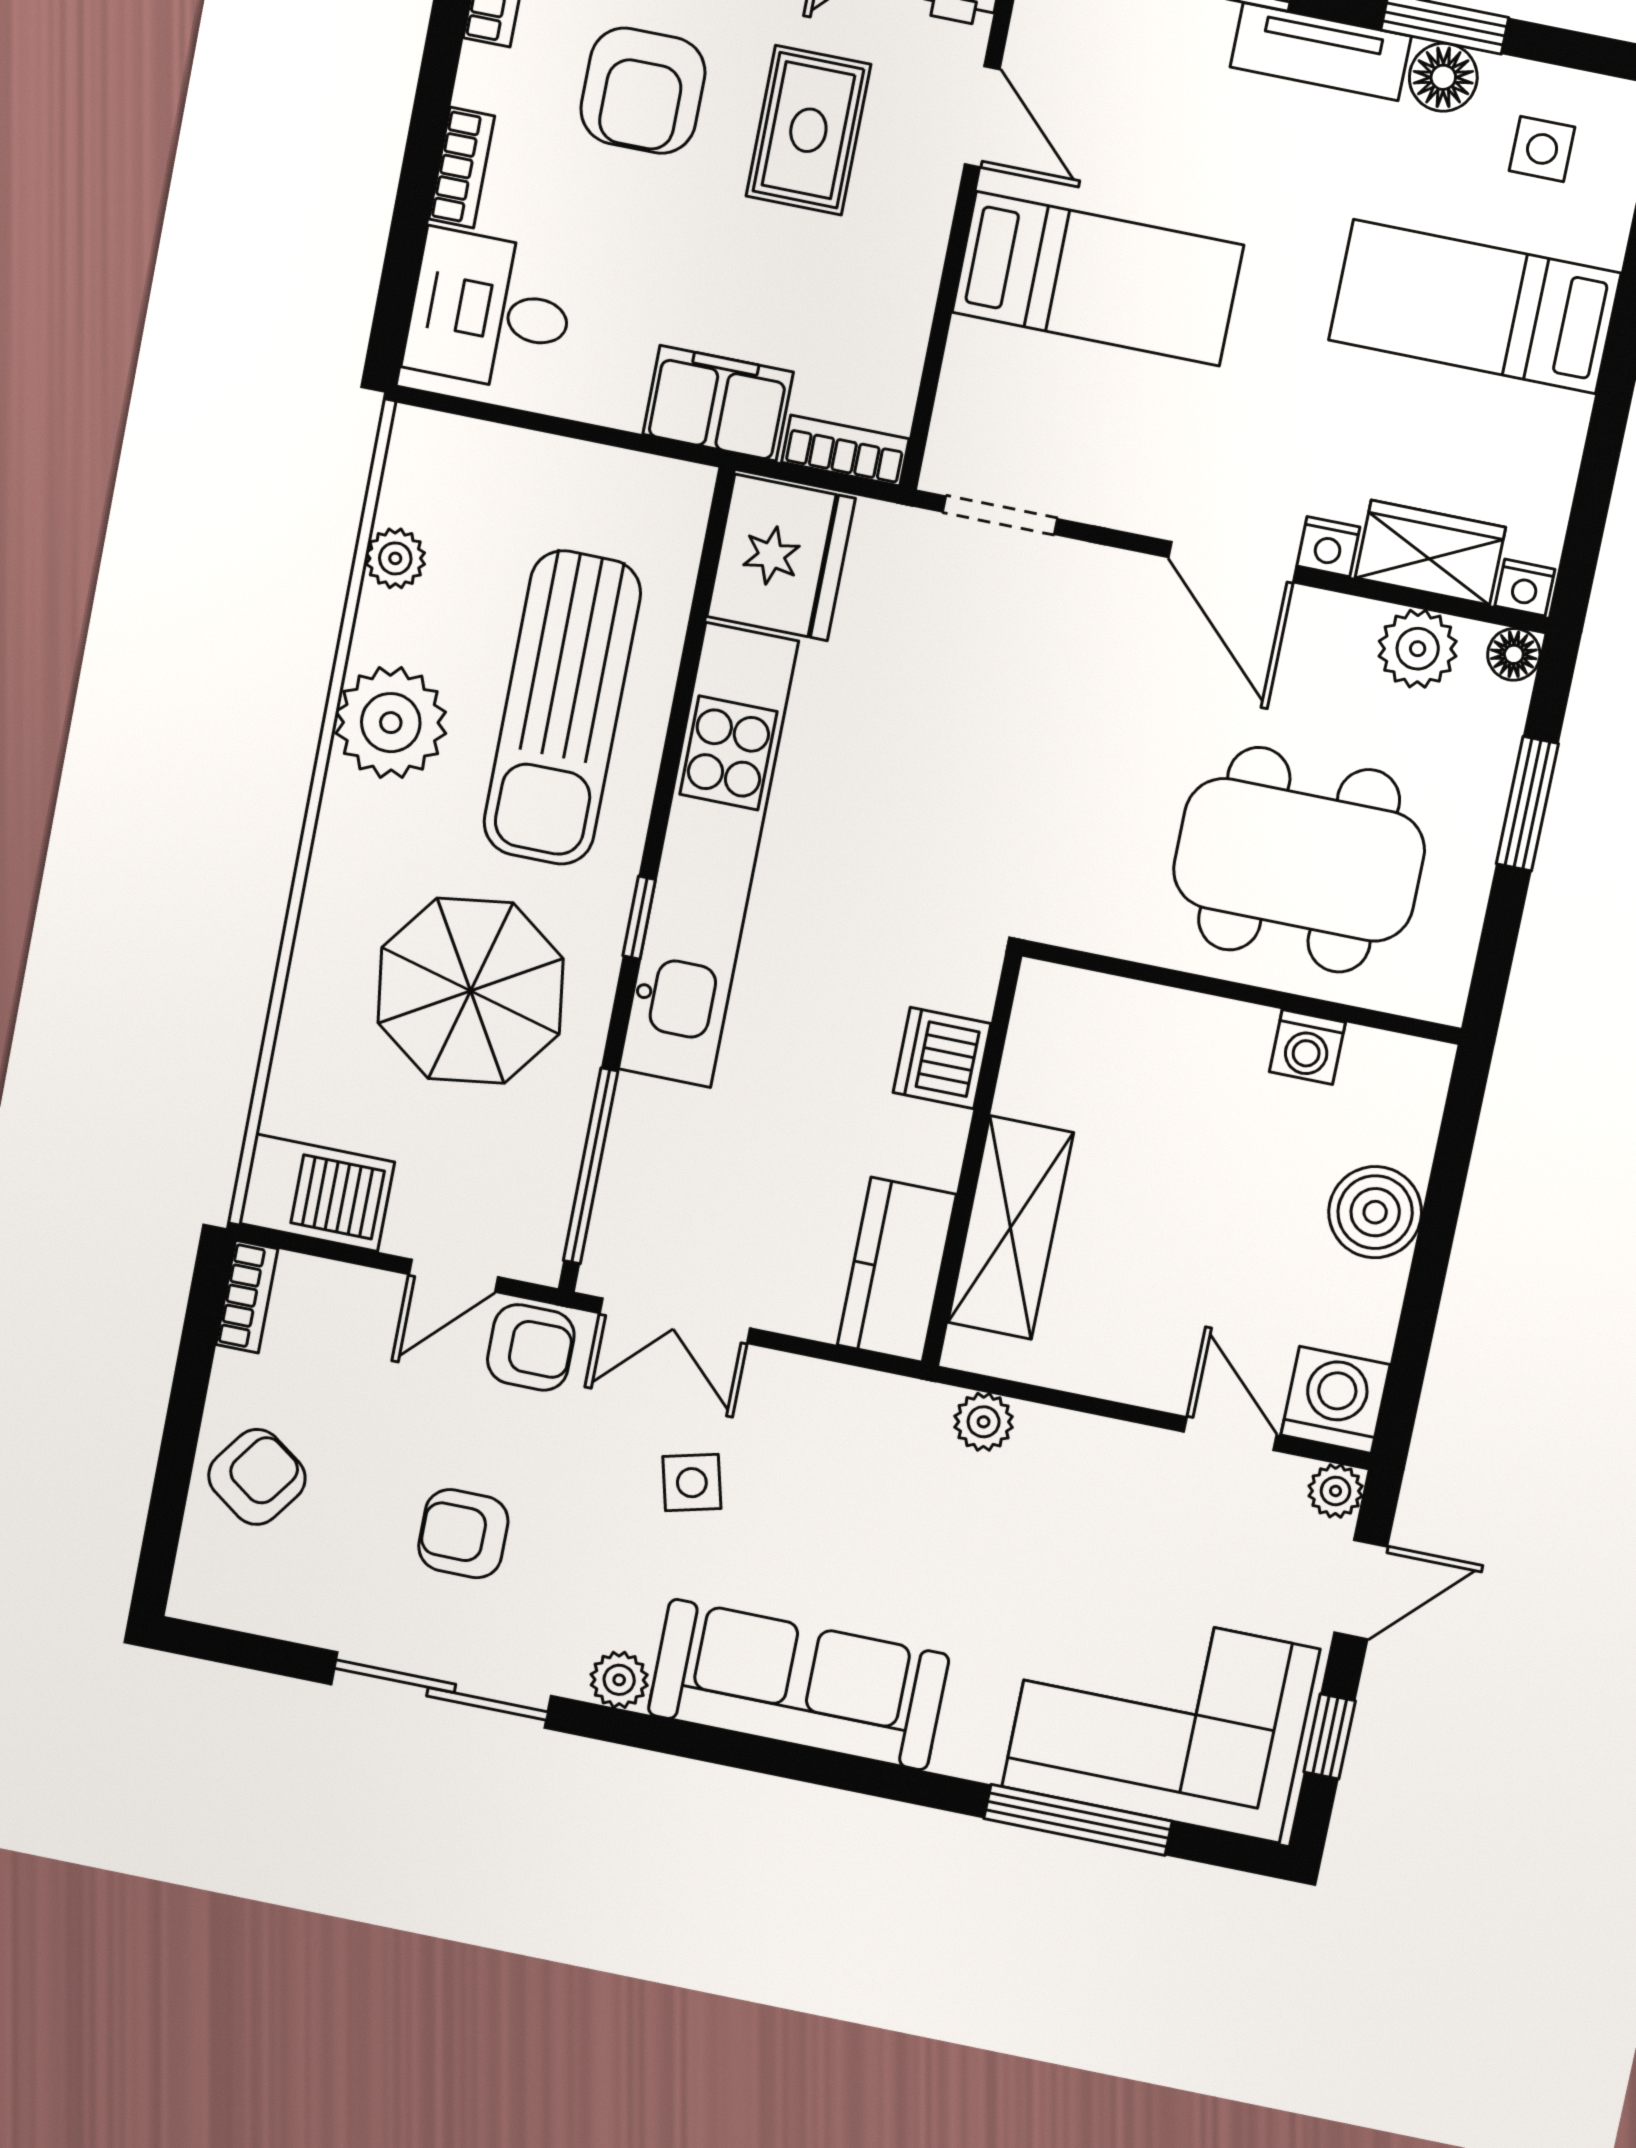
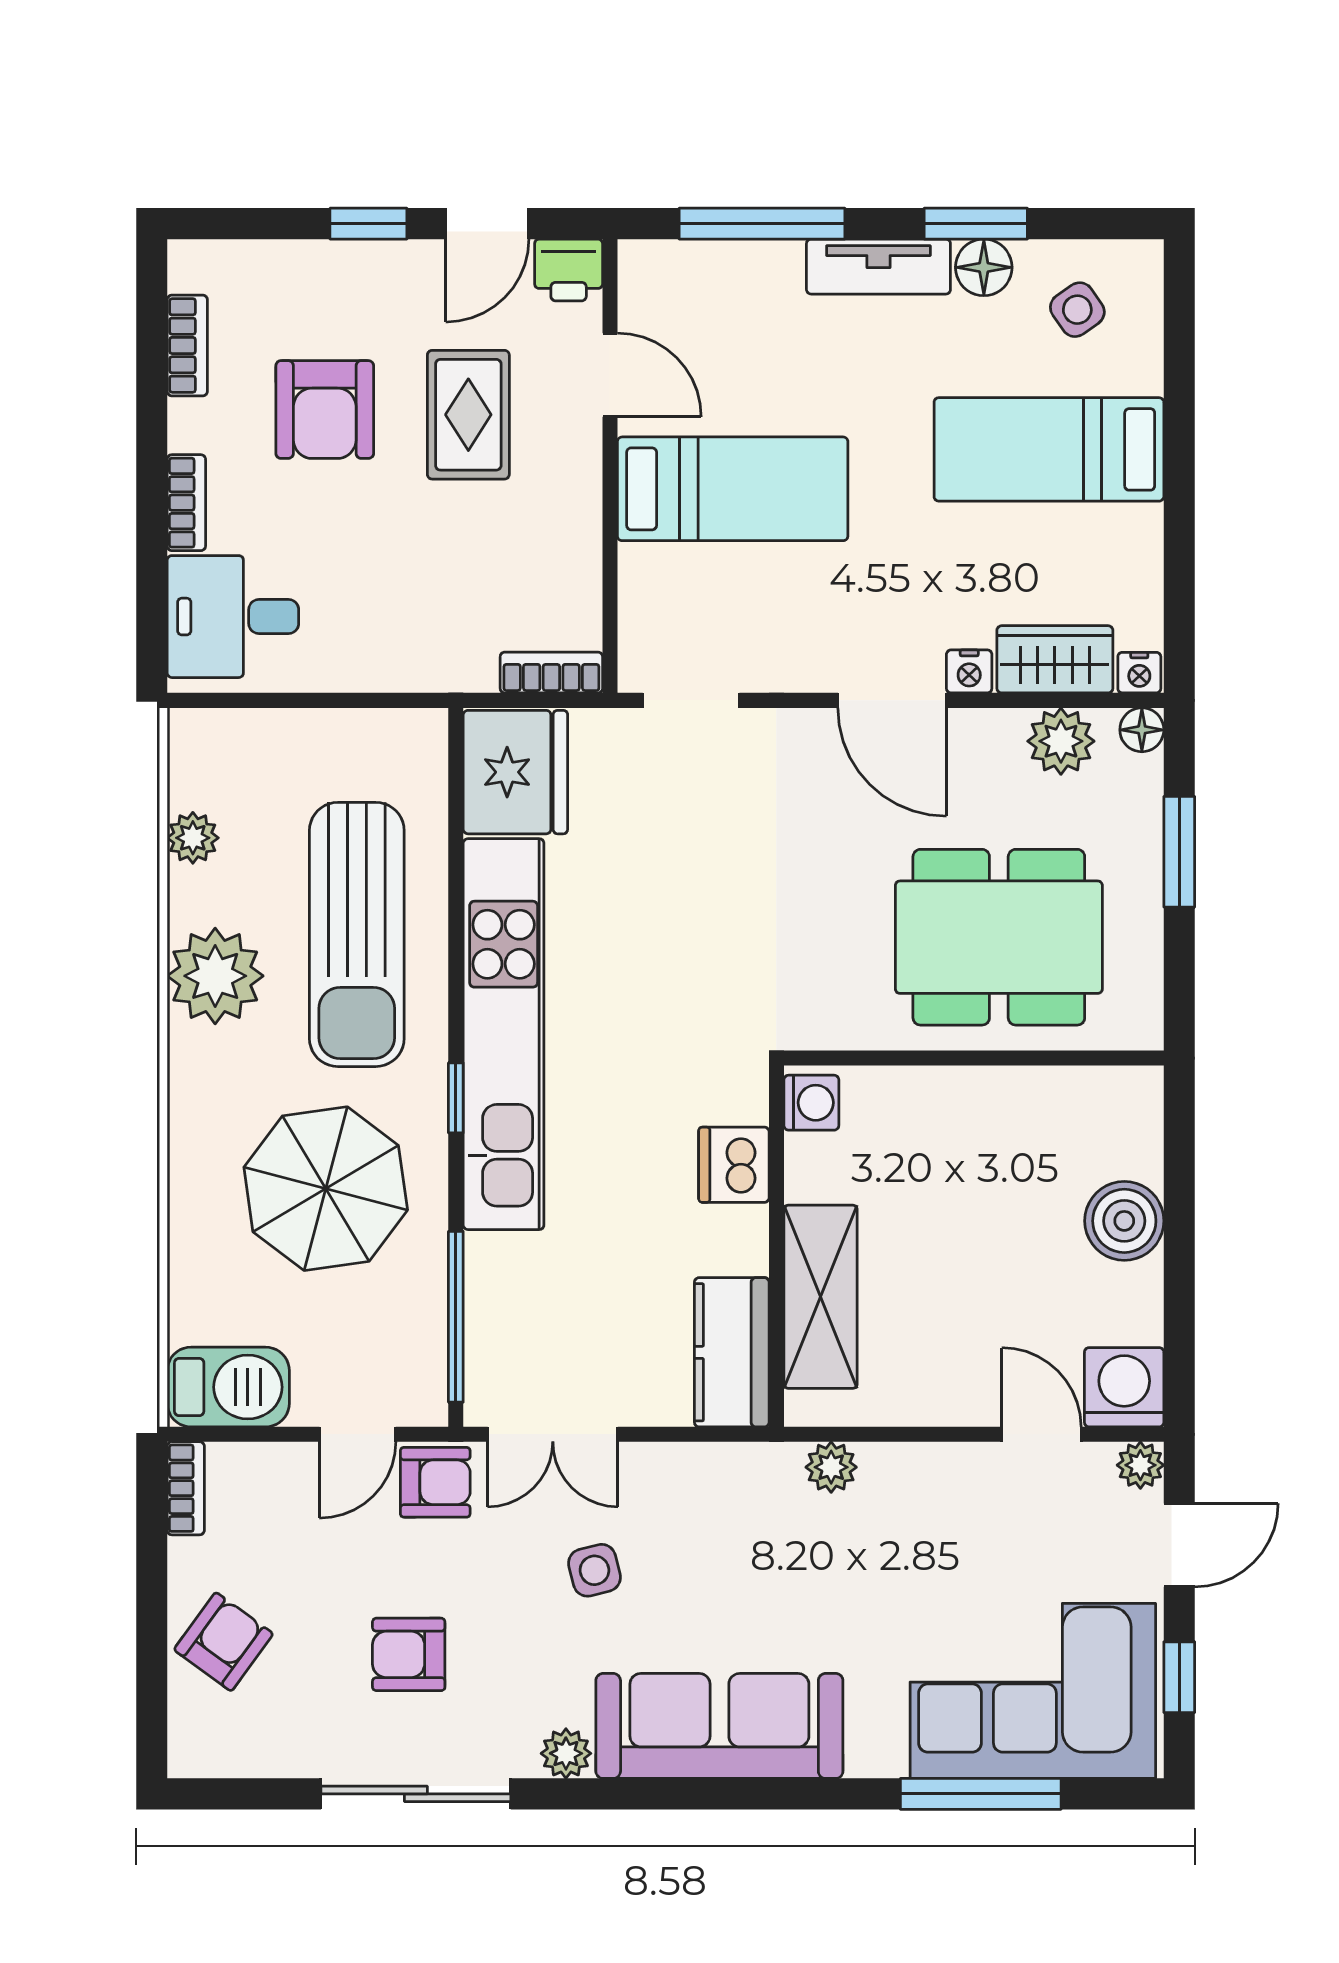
side table: (1542, 149) -> (1077, 310), turned -35
filing cabinet: (718, 403) -> (438, 655), removed
washing machine: (1307, 1047) -> (811, 1103), moved, turned -90

